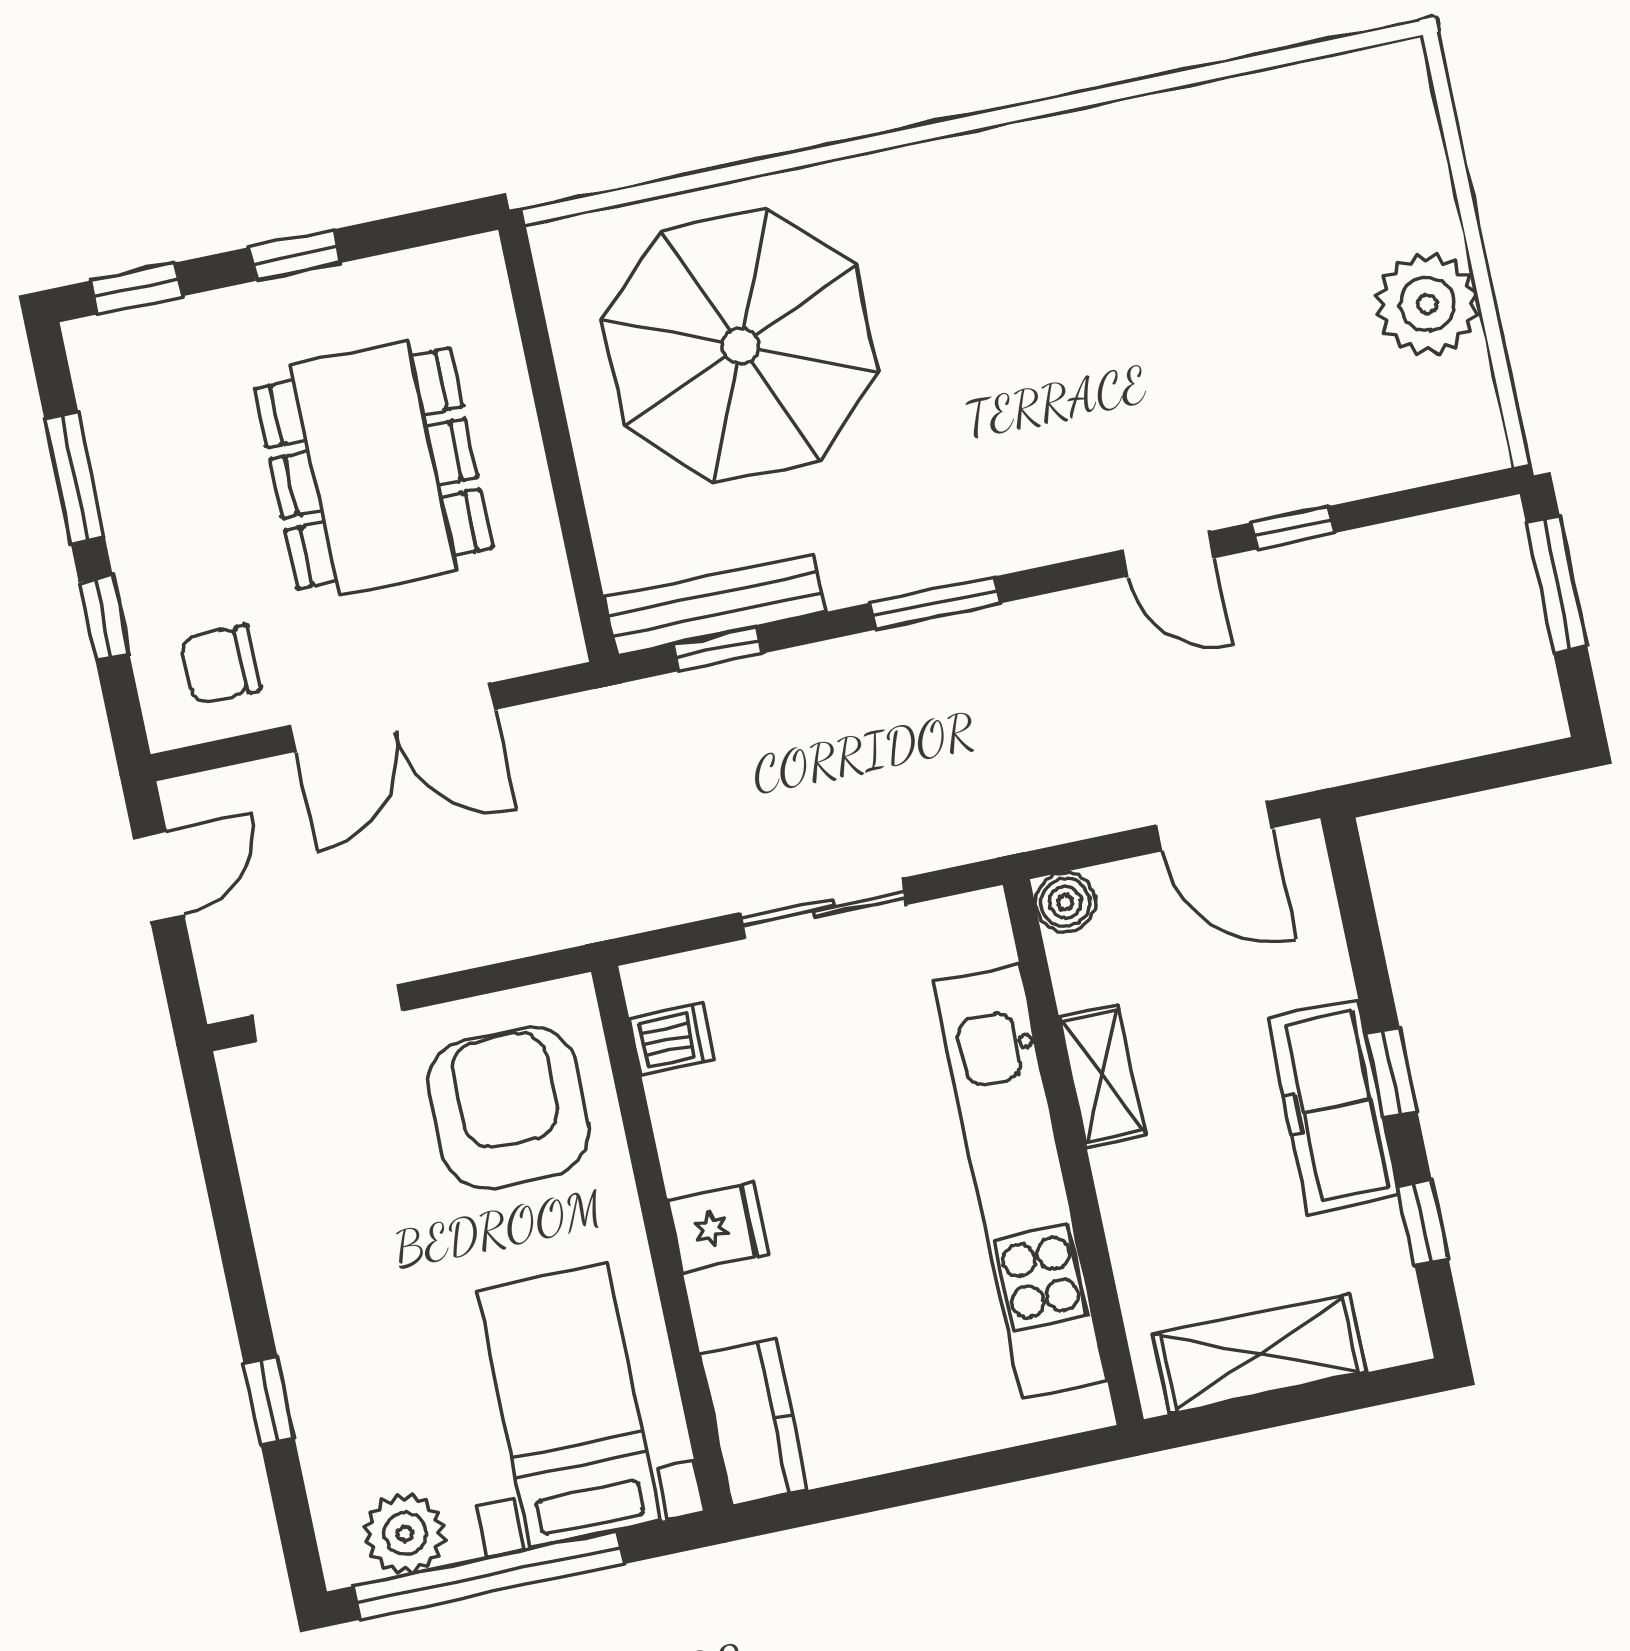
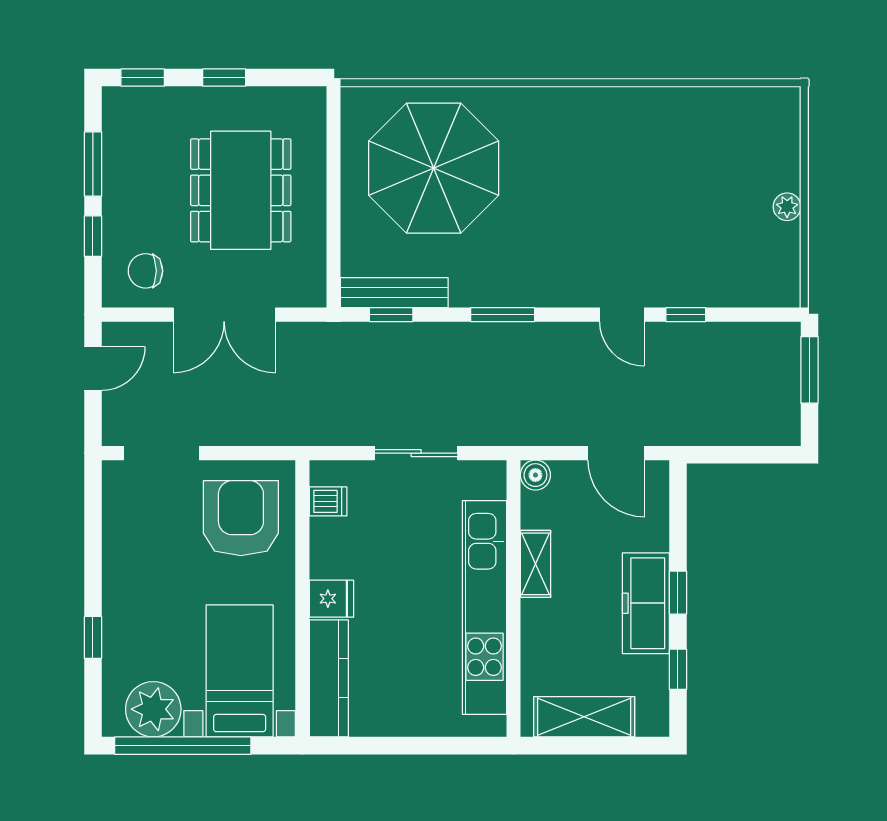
plant: (1427, 304) -> (787, 207), width x0.53, depth x0.53
kitchen counter: (754, 1422) -> (329, 678), width x1.50
plant: (405, 1534) -> (153, 709), width x1.36, depth x1.36

